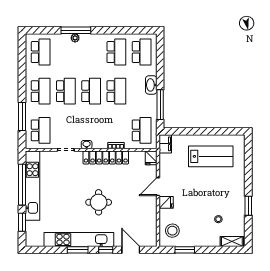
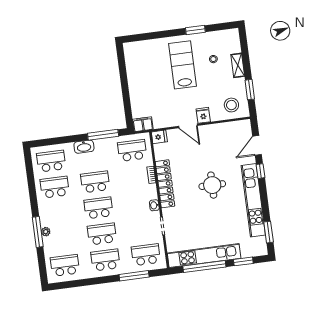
lab bench: (211, 156) -> (182, 65), moved
shelving: (232, 242) -> (238, 65), moved
window: (78, 250) -> (269, 232), moved

